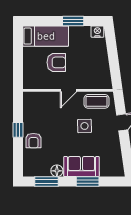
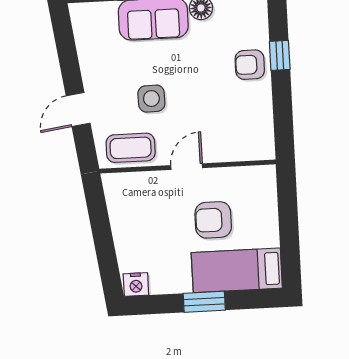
window: (73, 21) -> (204, 302), moved
window: (18, 130) -> (280, 55), moved
armchair: (33, 141) -> (250, 65), turned -90

